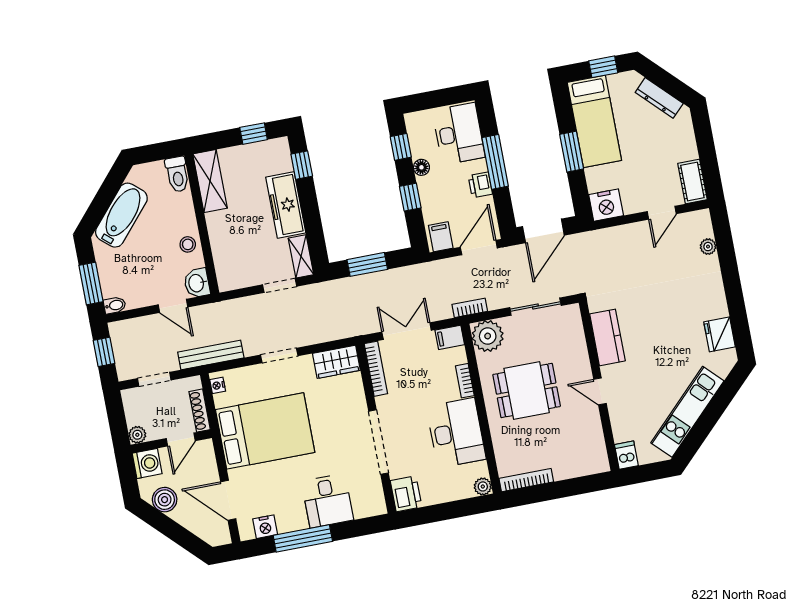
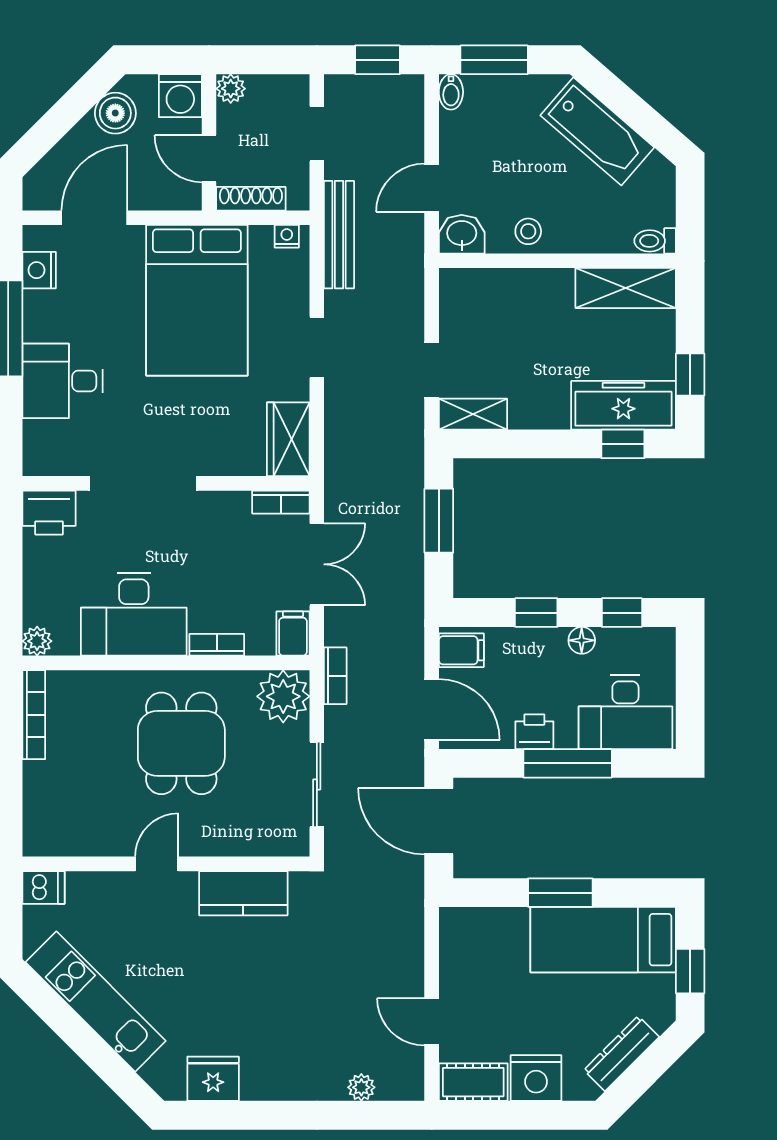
toilet: (177, 174) -> (655, 241), width x0.73, depth x0.72
freezer: (286, 205) -> (623, 405), moved
nightstand: (606, 205) -> (536, 1078), moved, turned -90
bookcase: (376, 369) -> (281, 502), width x0.64

